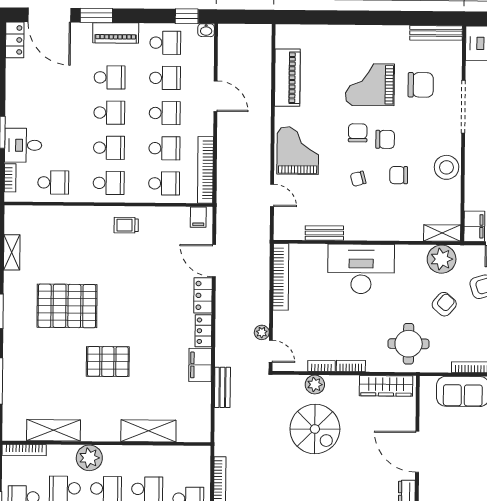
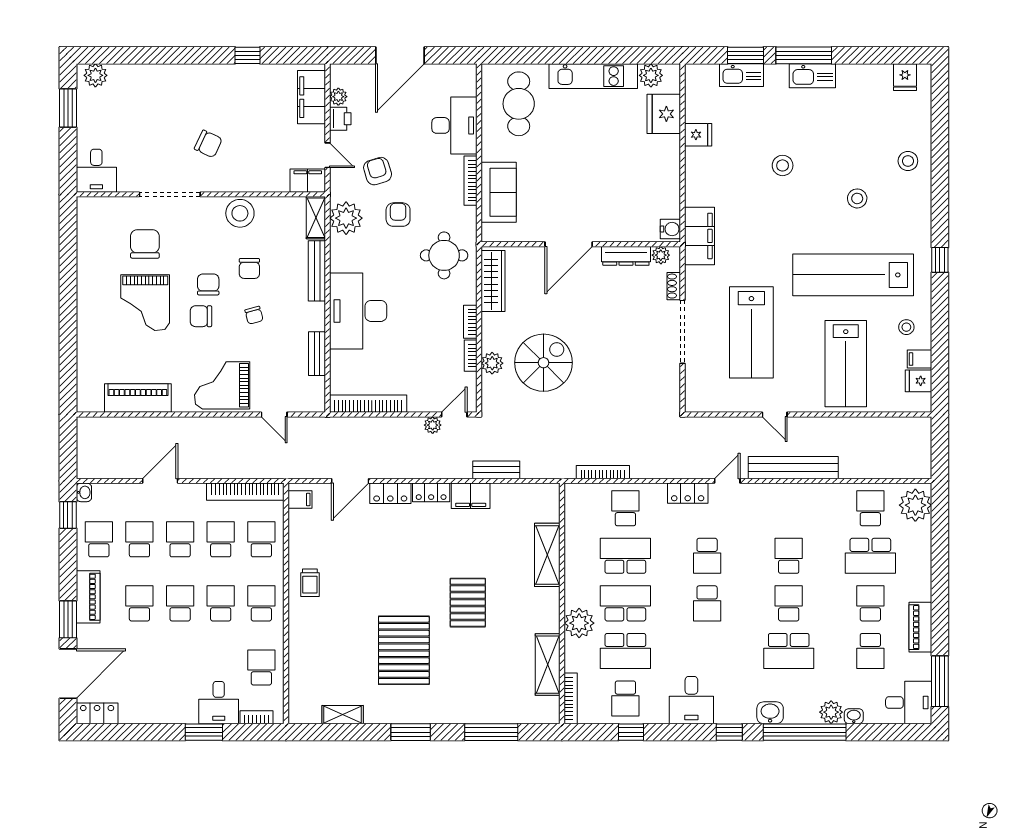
bench: (436, 33) -> (317, 271), moved
door: (272, 195) -> (274, 414), swing flipped
armchair: (444, 304) -> (398, 215), turned 49

